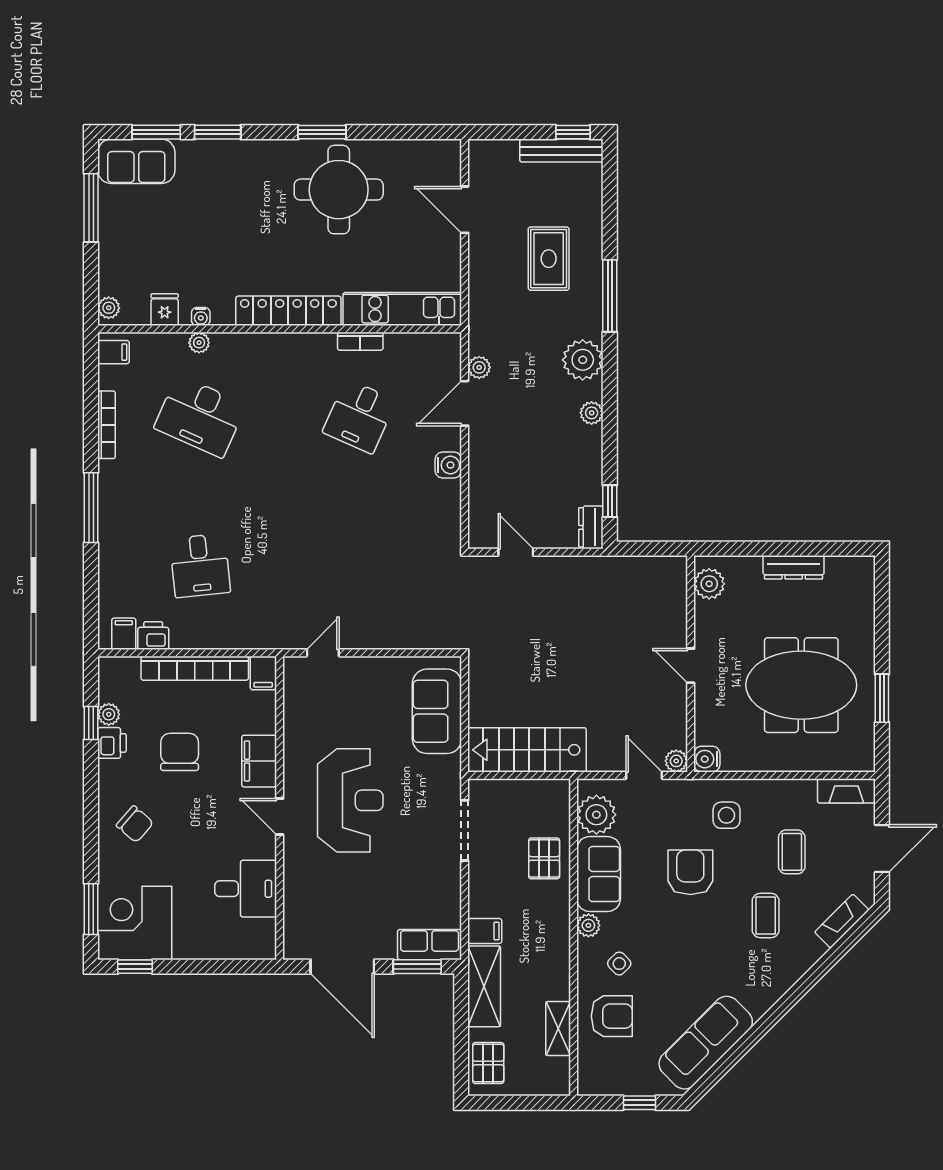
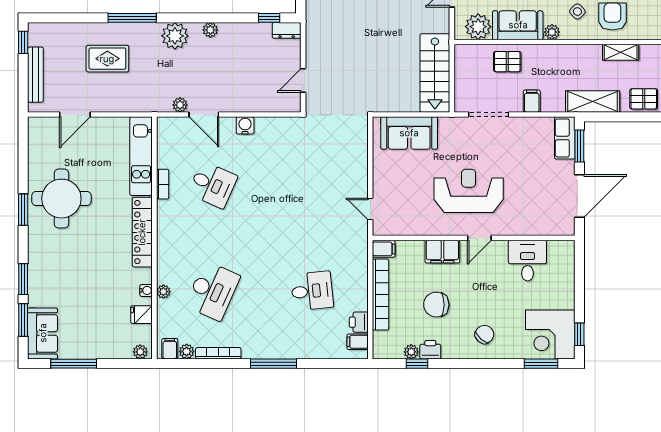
bench: (561, 151) -> (35, 75), moved
plant: (109, 377) -> (187, 352), added
filing cabinet: (485, 931) -> (532, 101), moved

